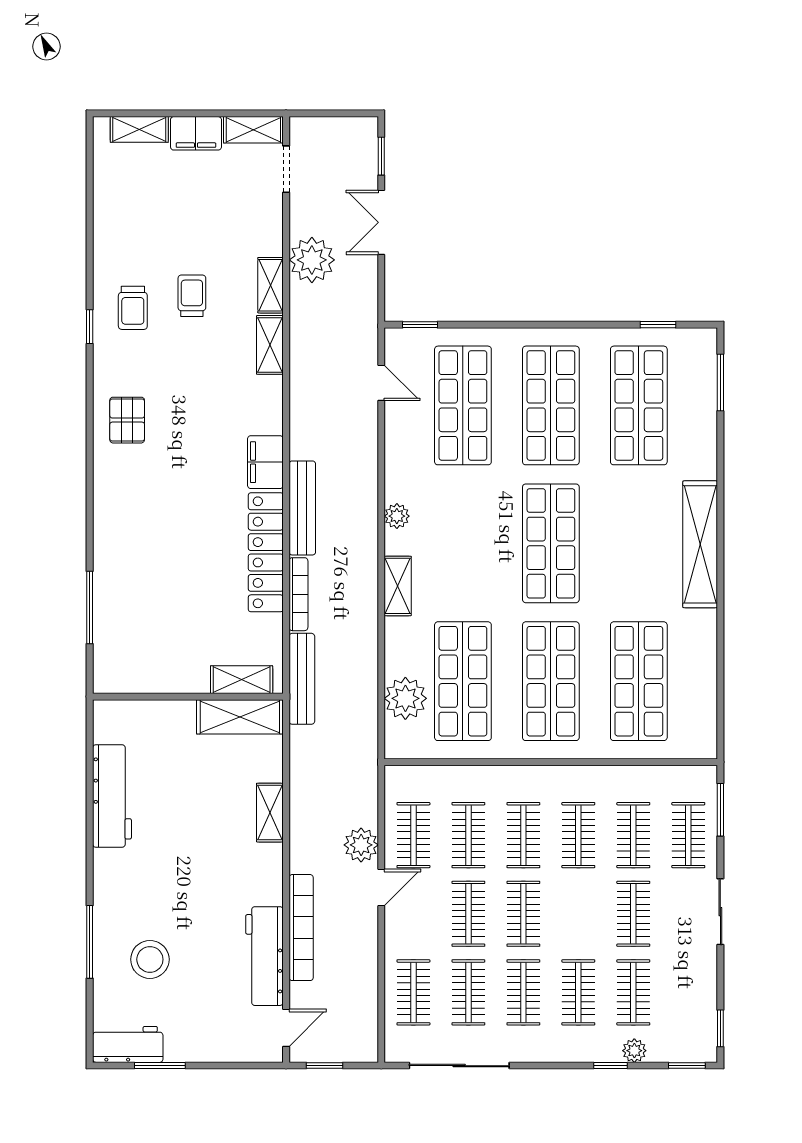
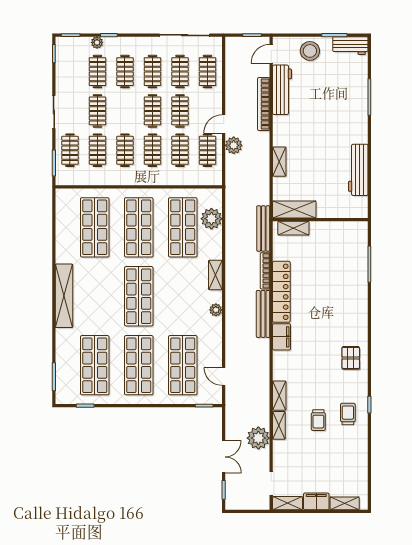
stool: (150, 959) -> (310, 51), moved

